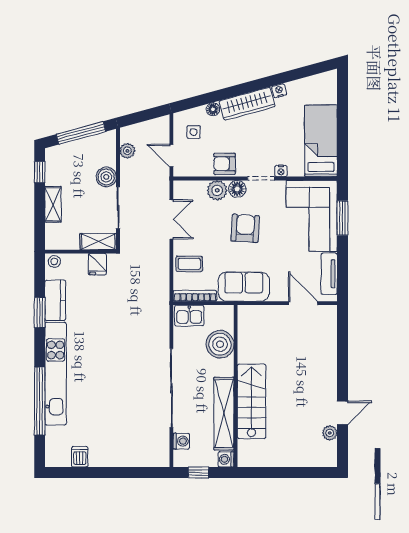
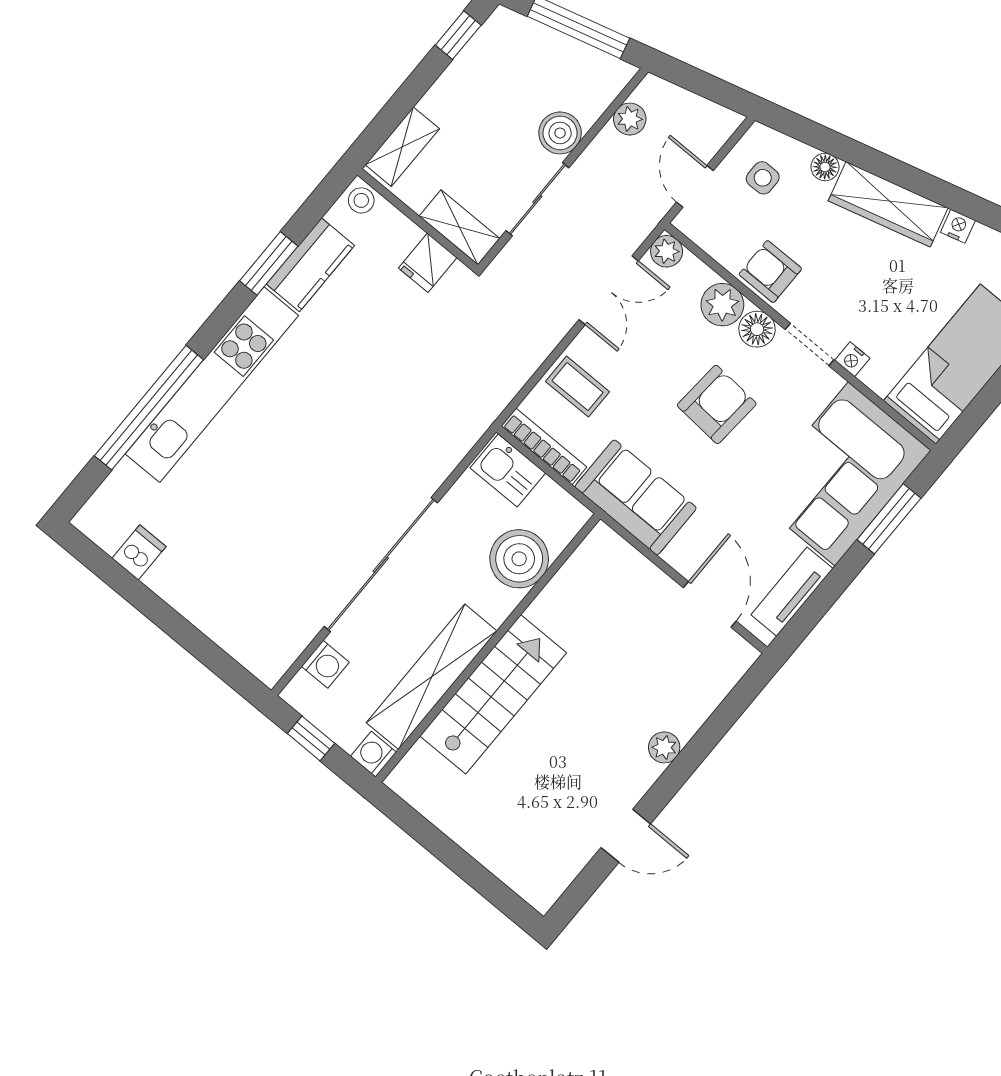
plant: (181, 188) -> (667, 251), added
shelving: (53, 204) -> (402, 147), moved
plant: (330, 433) -> (664, 747), moved

